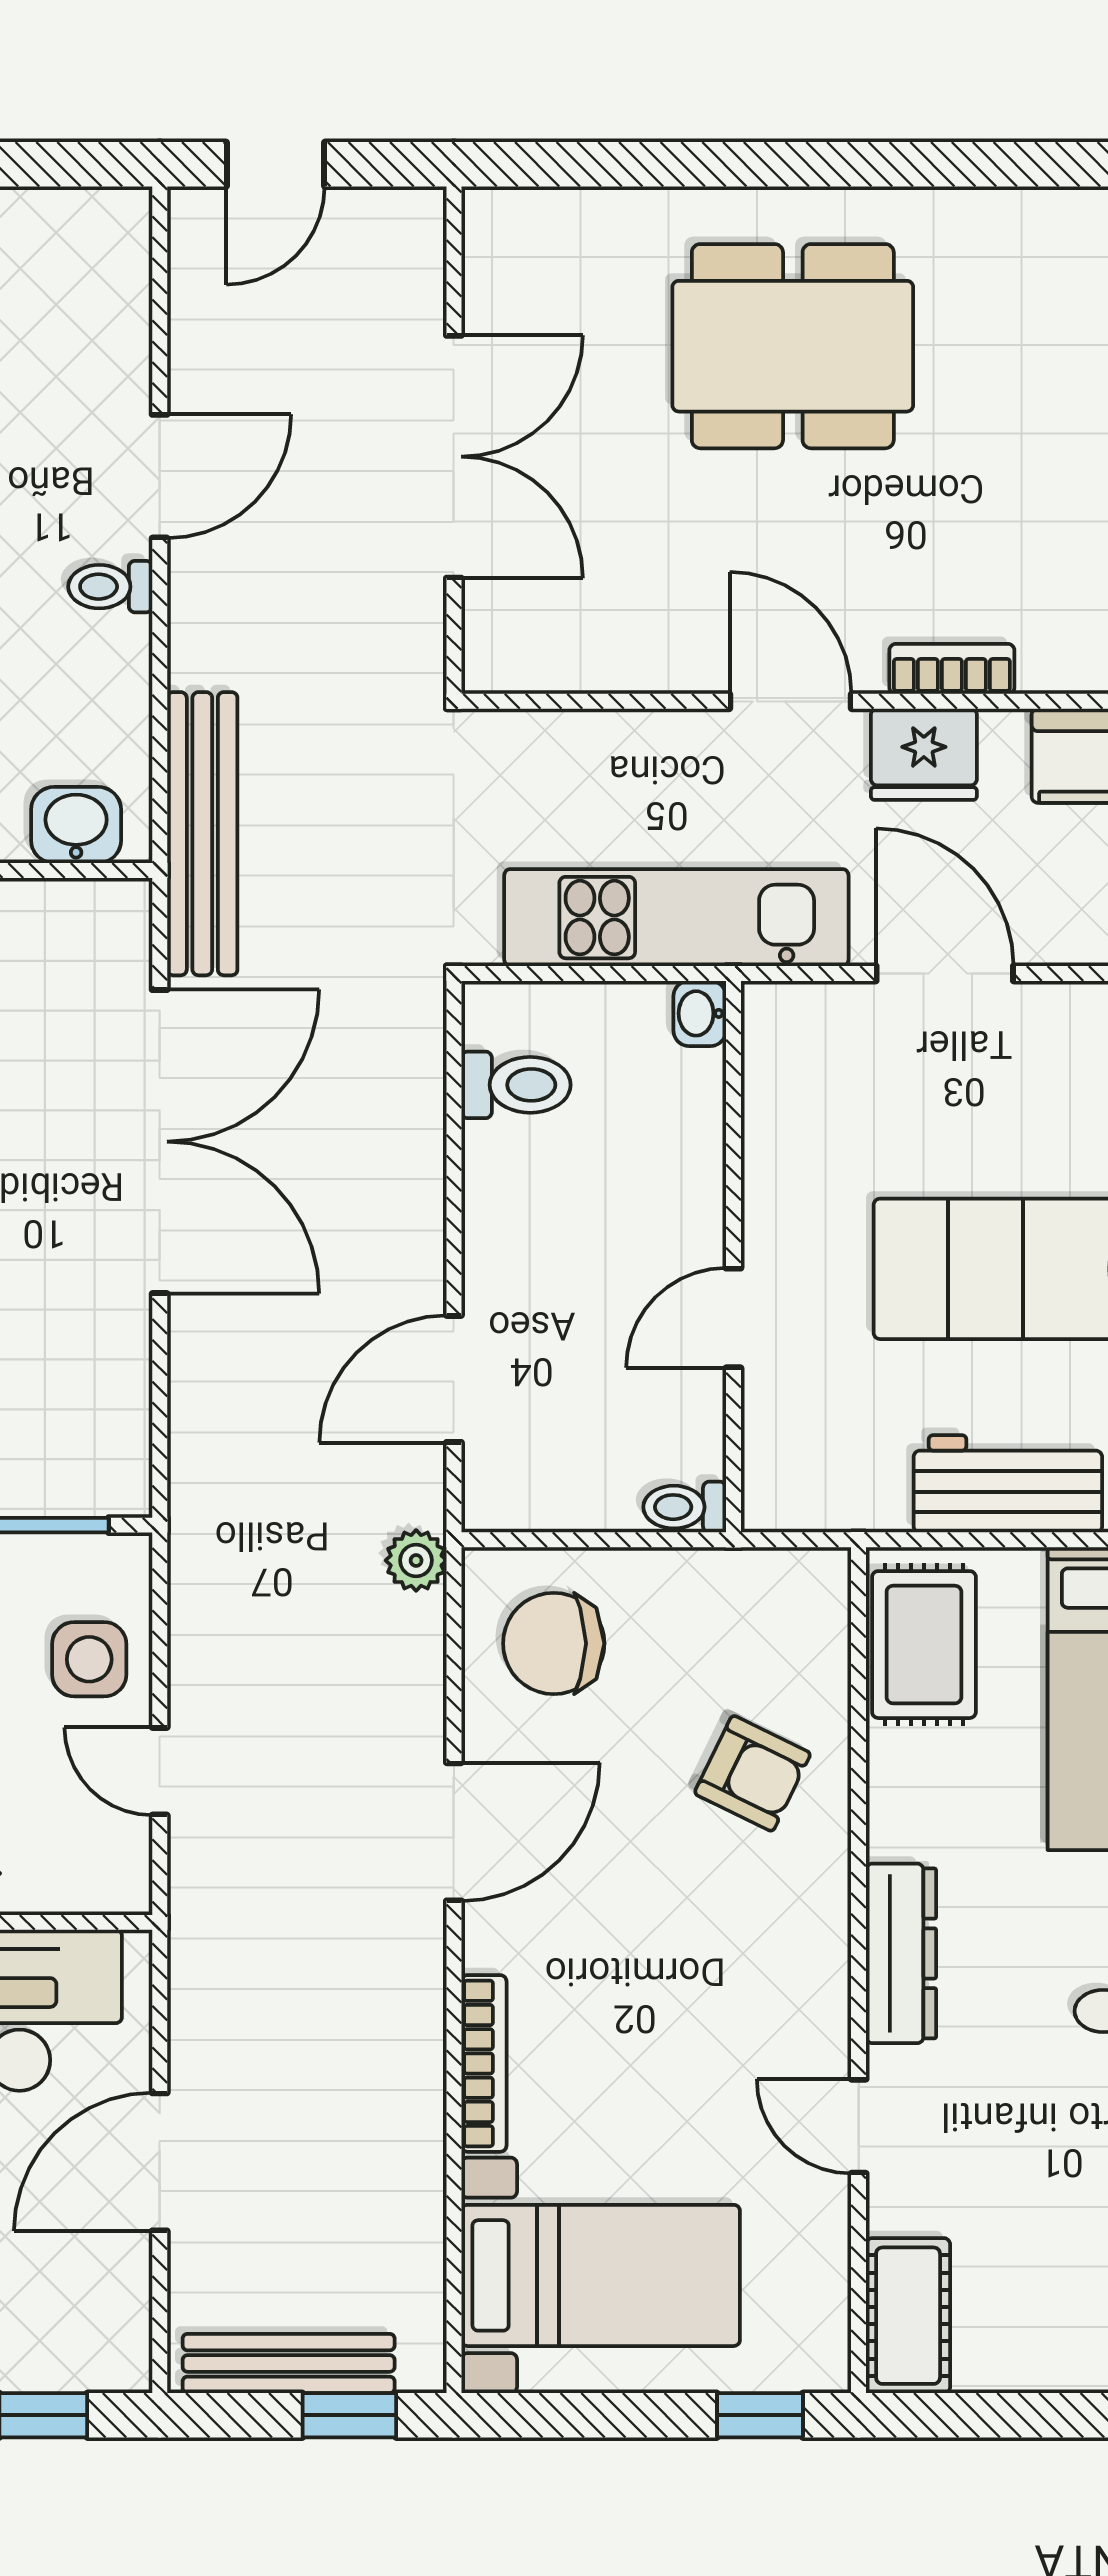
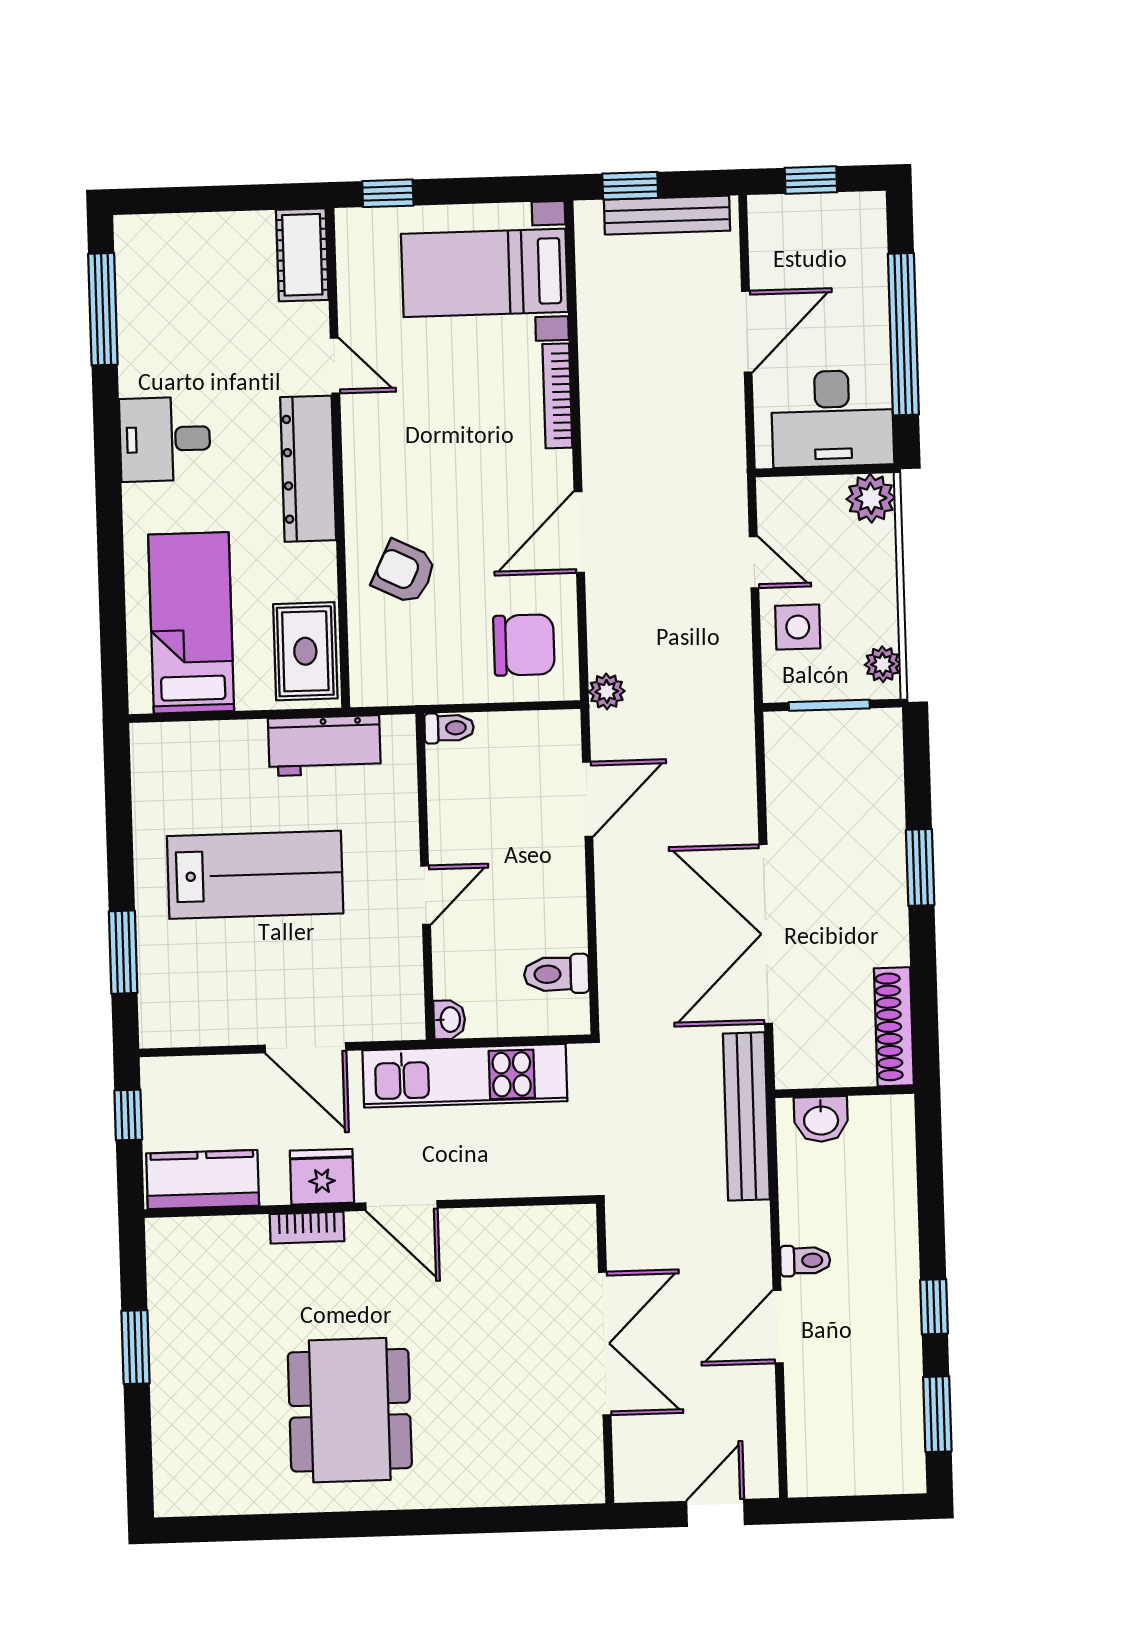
dining table: (793, 346) -> (350, 1410), moved, turned 90
double door: (454, 457) -> (605, 1344), swing flipped
door: (733, 1318) -> (426, 895), moved
workbench: (1008, 1484) -> (324, 746), moved
dresser: (901, 1953) -> (308, 469), width x1.37, depth x1.24

